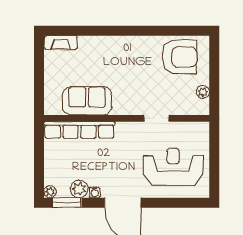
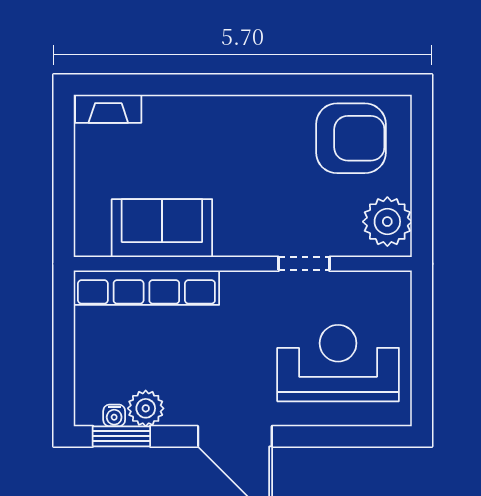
plant: (203, 92) -> (387, 222), width x1.87, depth x1.87
plant: (50, 192) -> (86, 414), removed
water cooler: (95, 192) -> (114, 415), moved

